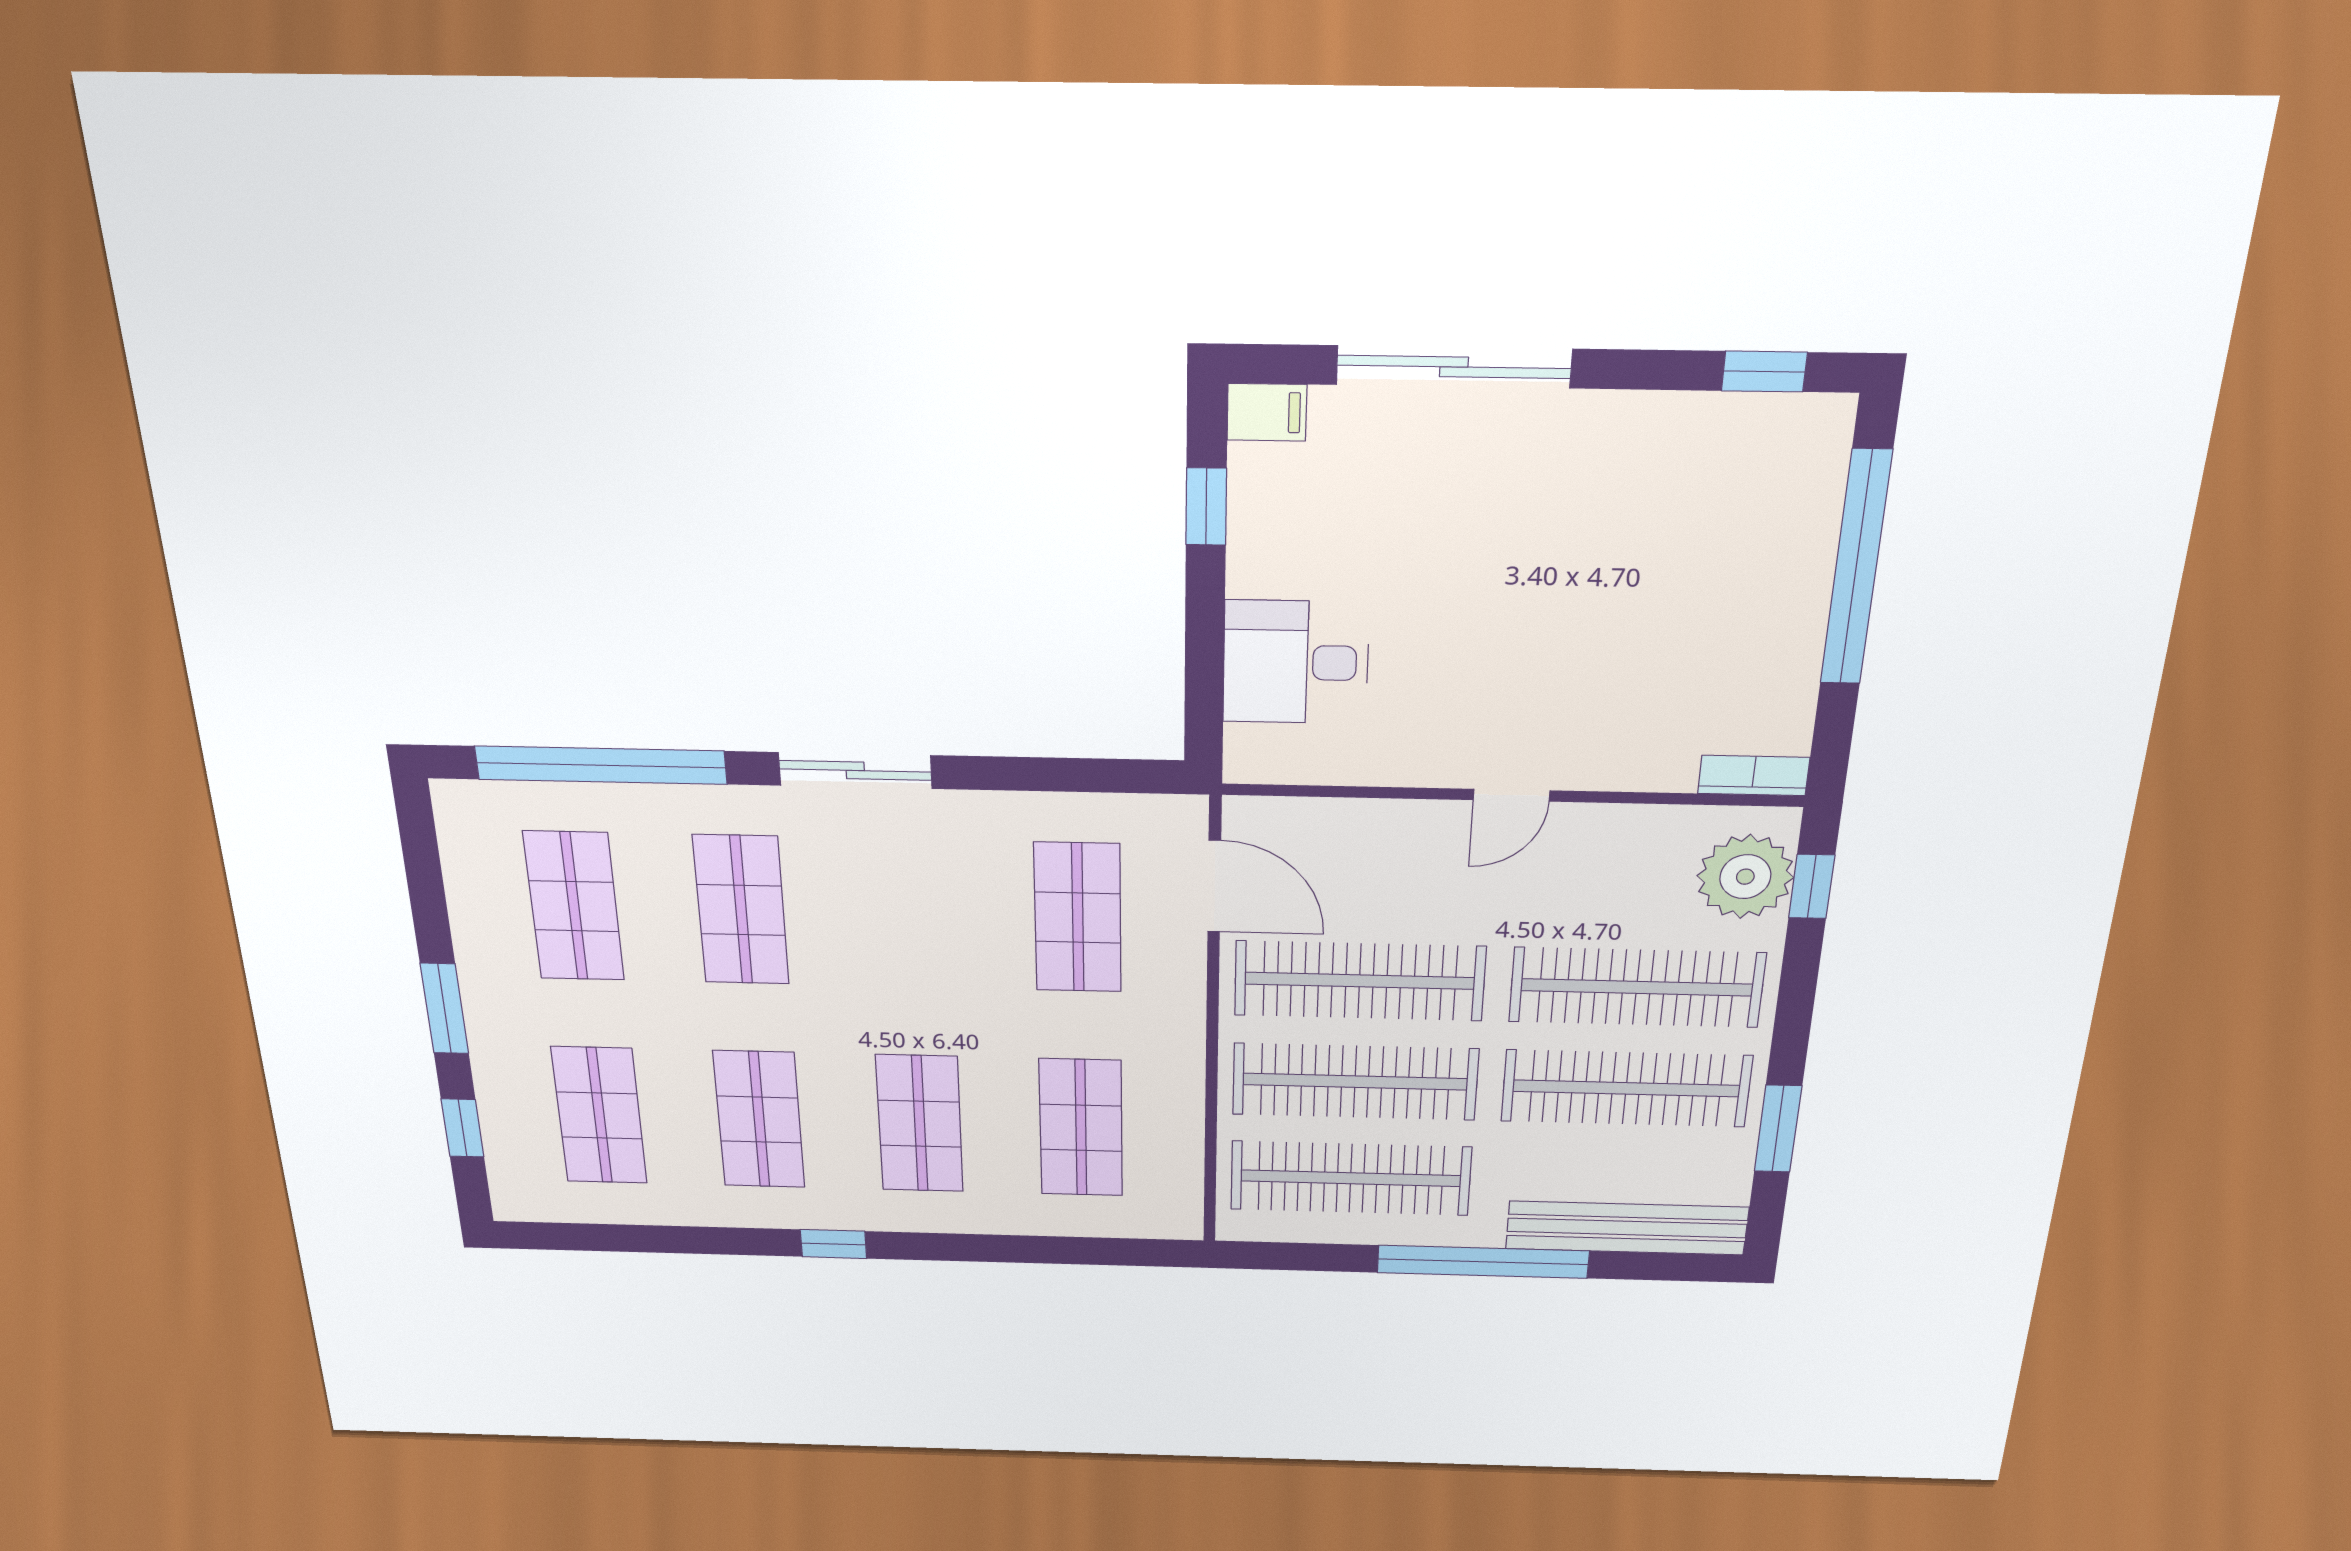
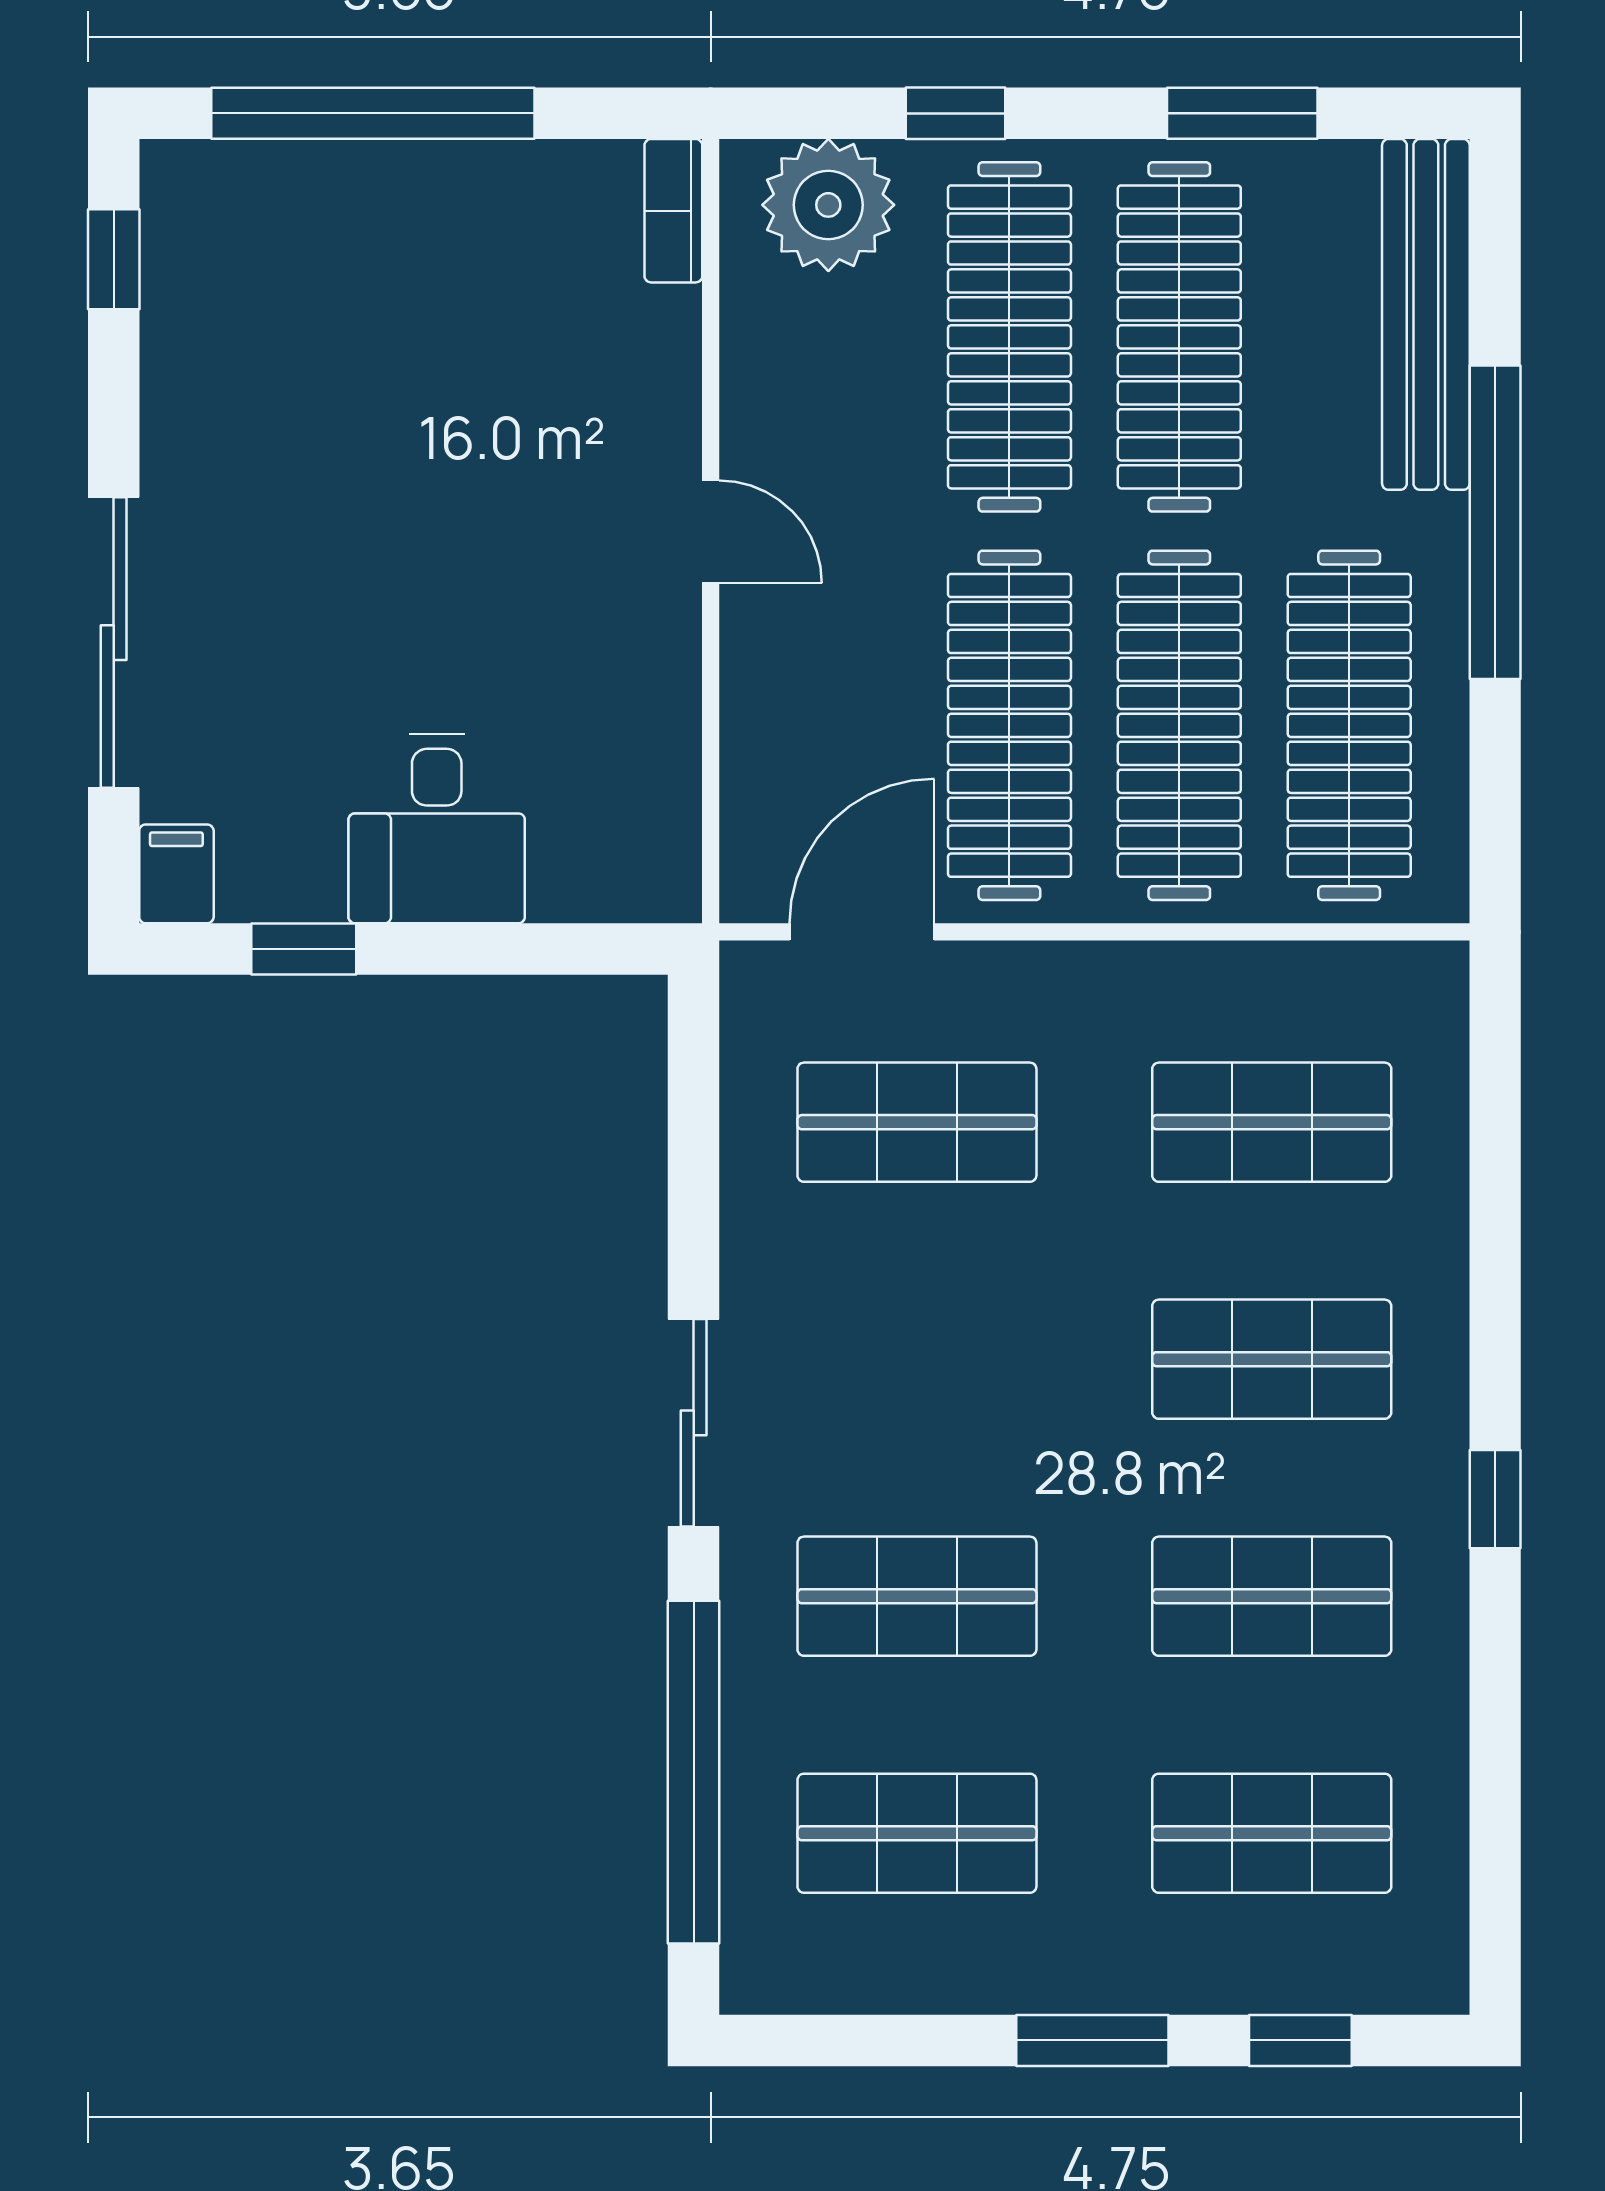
desk: (1296, 662) -> (437, 828), moved
window: (1812, 887) -> (956, 113), moved

